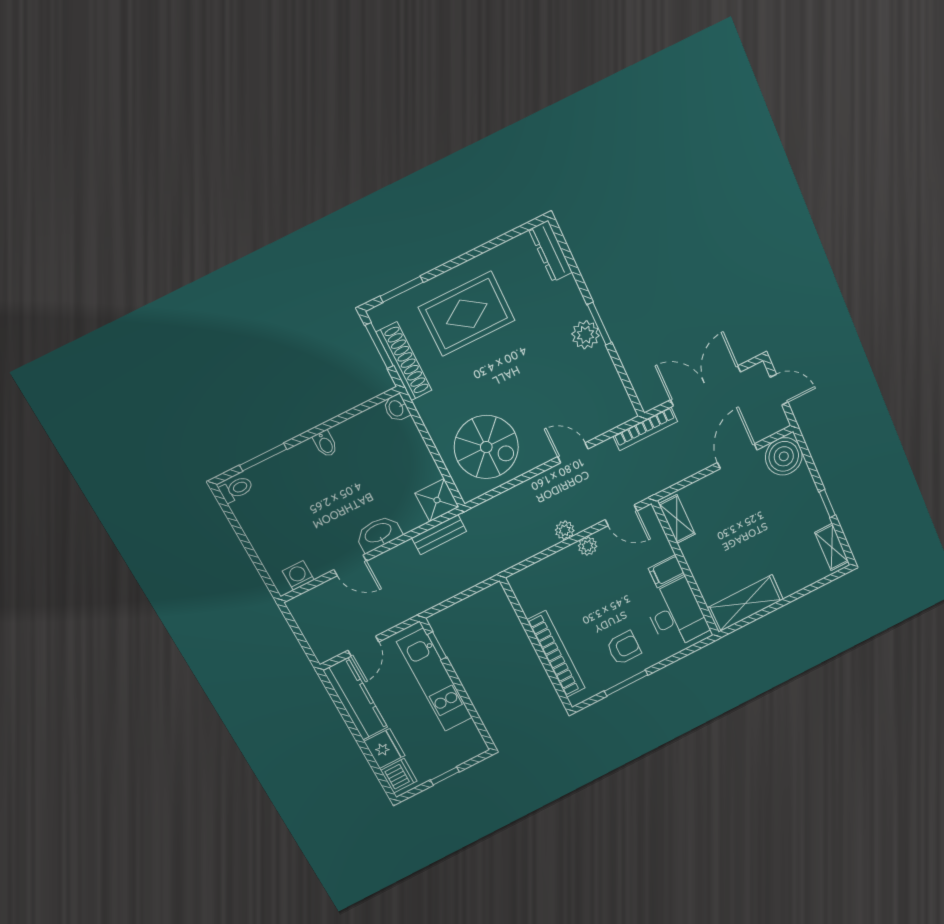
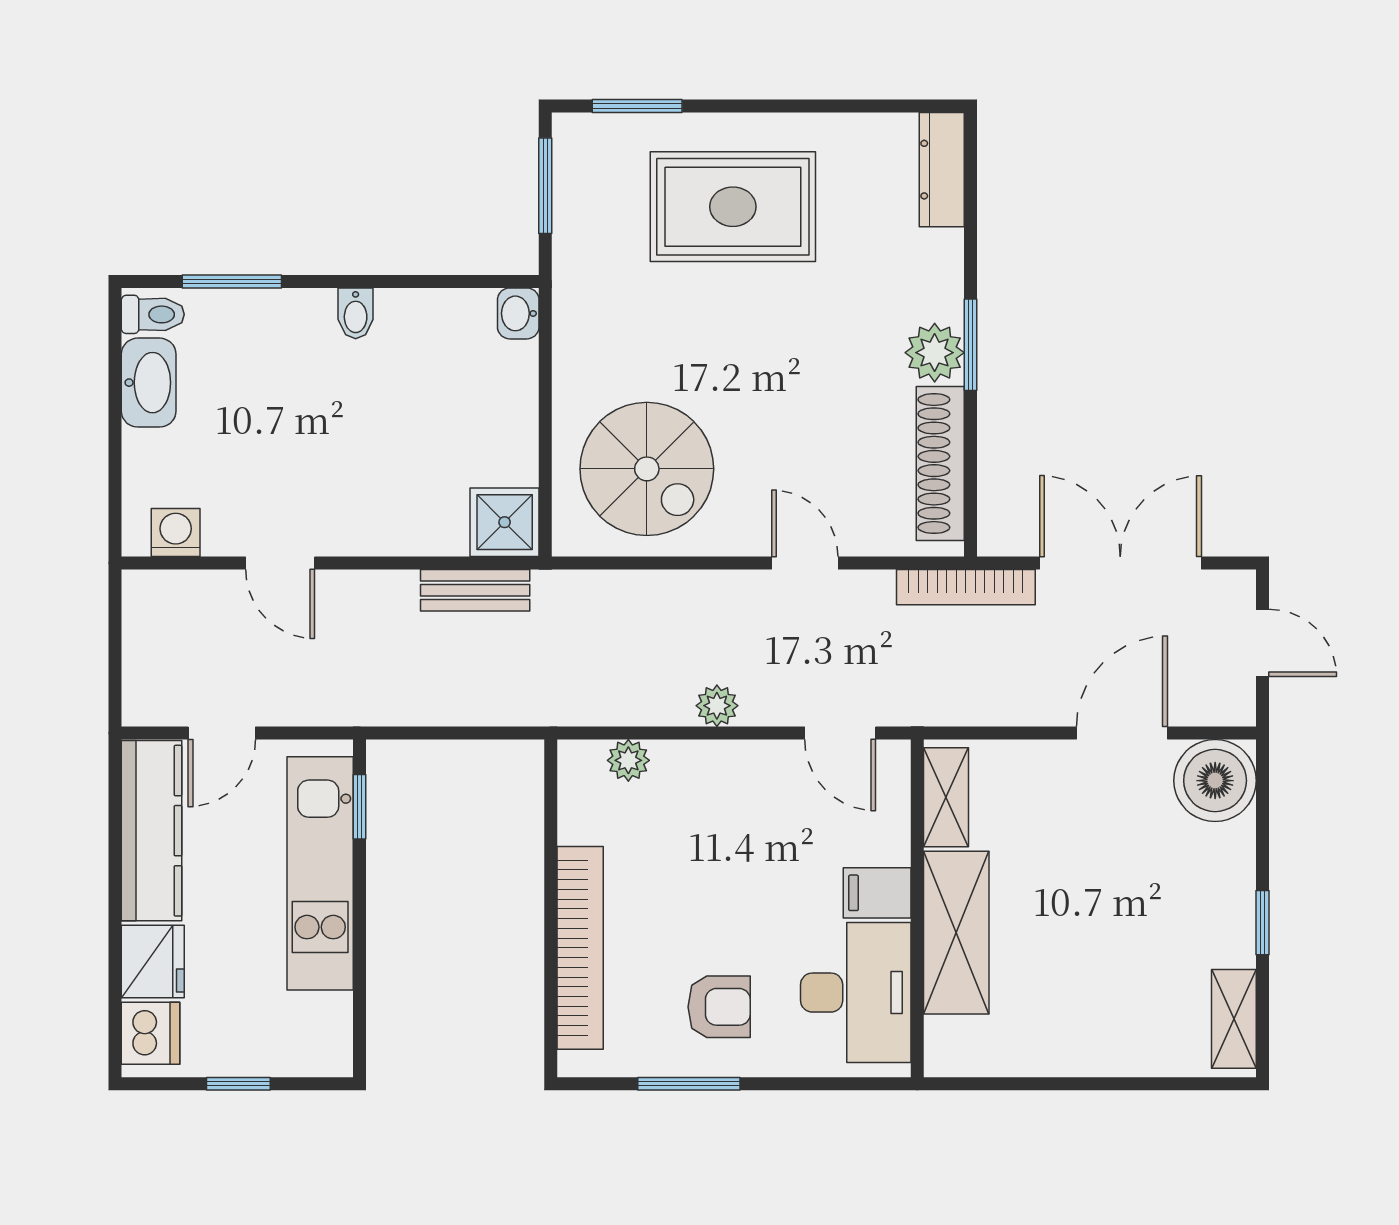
shoe rack: (404, 361) -> (940, 464), moved, turned 180
washbasin: (378, 533) -> (149, 383), moved, turned 90
plant: (588, 546) -> (628, 760), moved
shelving: (745, 604) -> (956, 933), moved, turned 90

